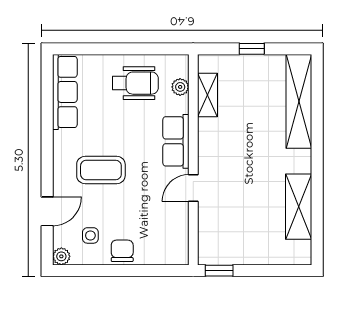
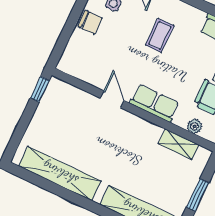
window: (252, 49) -> (198, 195), width x1.50
coffee table: (101, 170) -> (160, 35), width x0.73, depth x0.77
shelving: (299, 207) -> (60, 173), width x1.47

